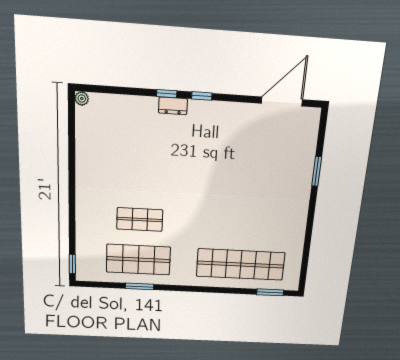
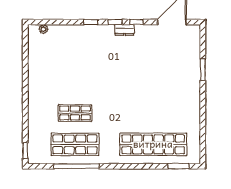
window: (232, 98) -> (136, 22), added
plant: (82, 99) -> (44, 29), moved
dresser: (173, 106) -> (124, 30), moved
window: (140, 286) -> (76, 166), width x2.11

